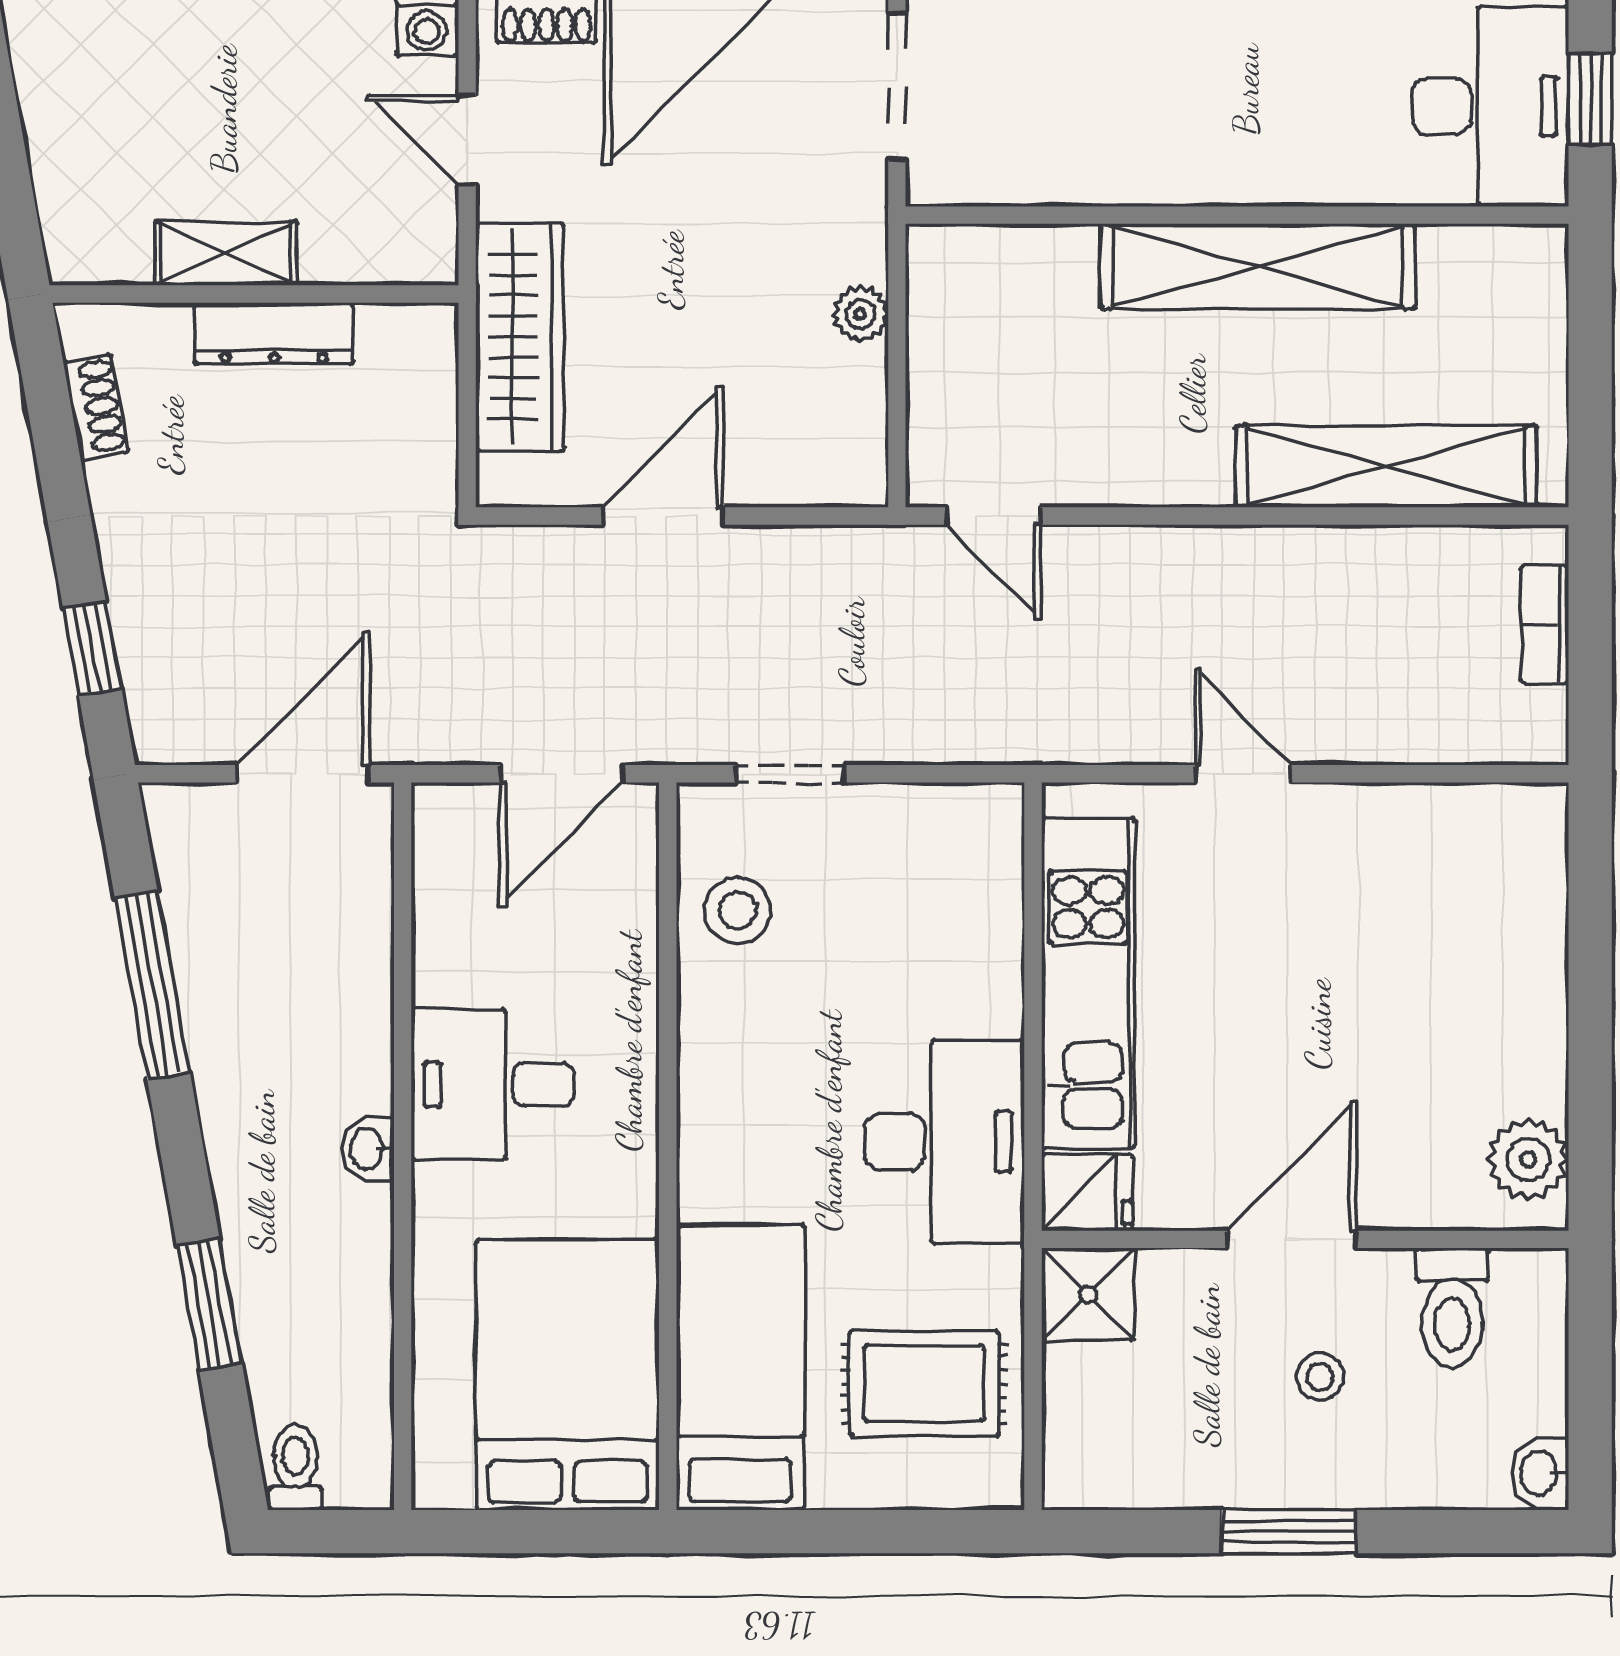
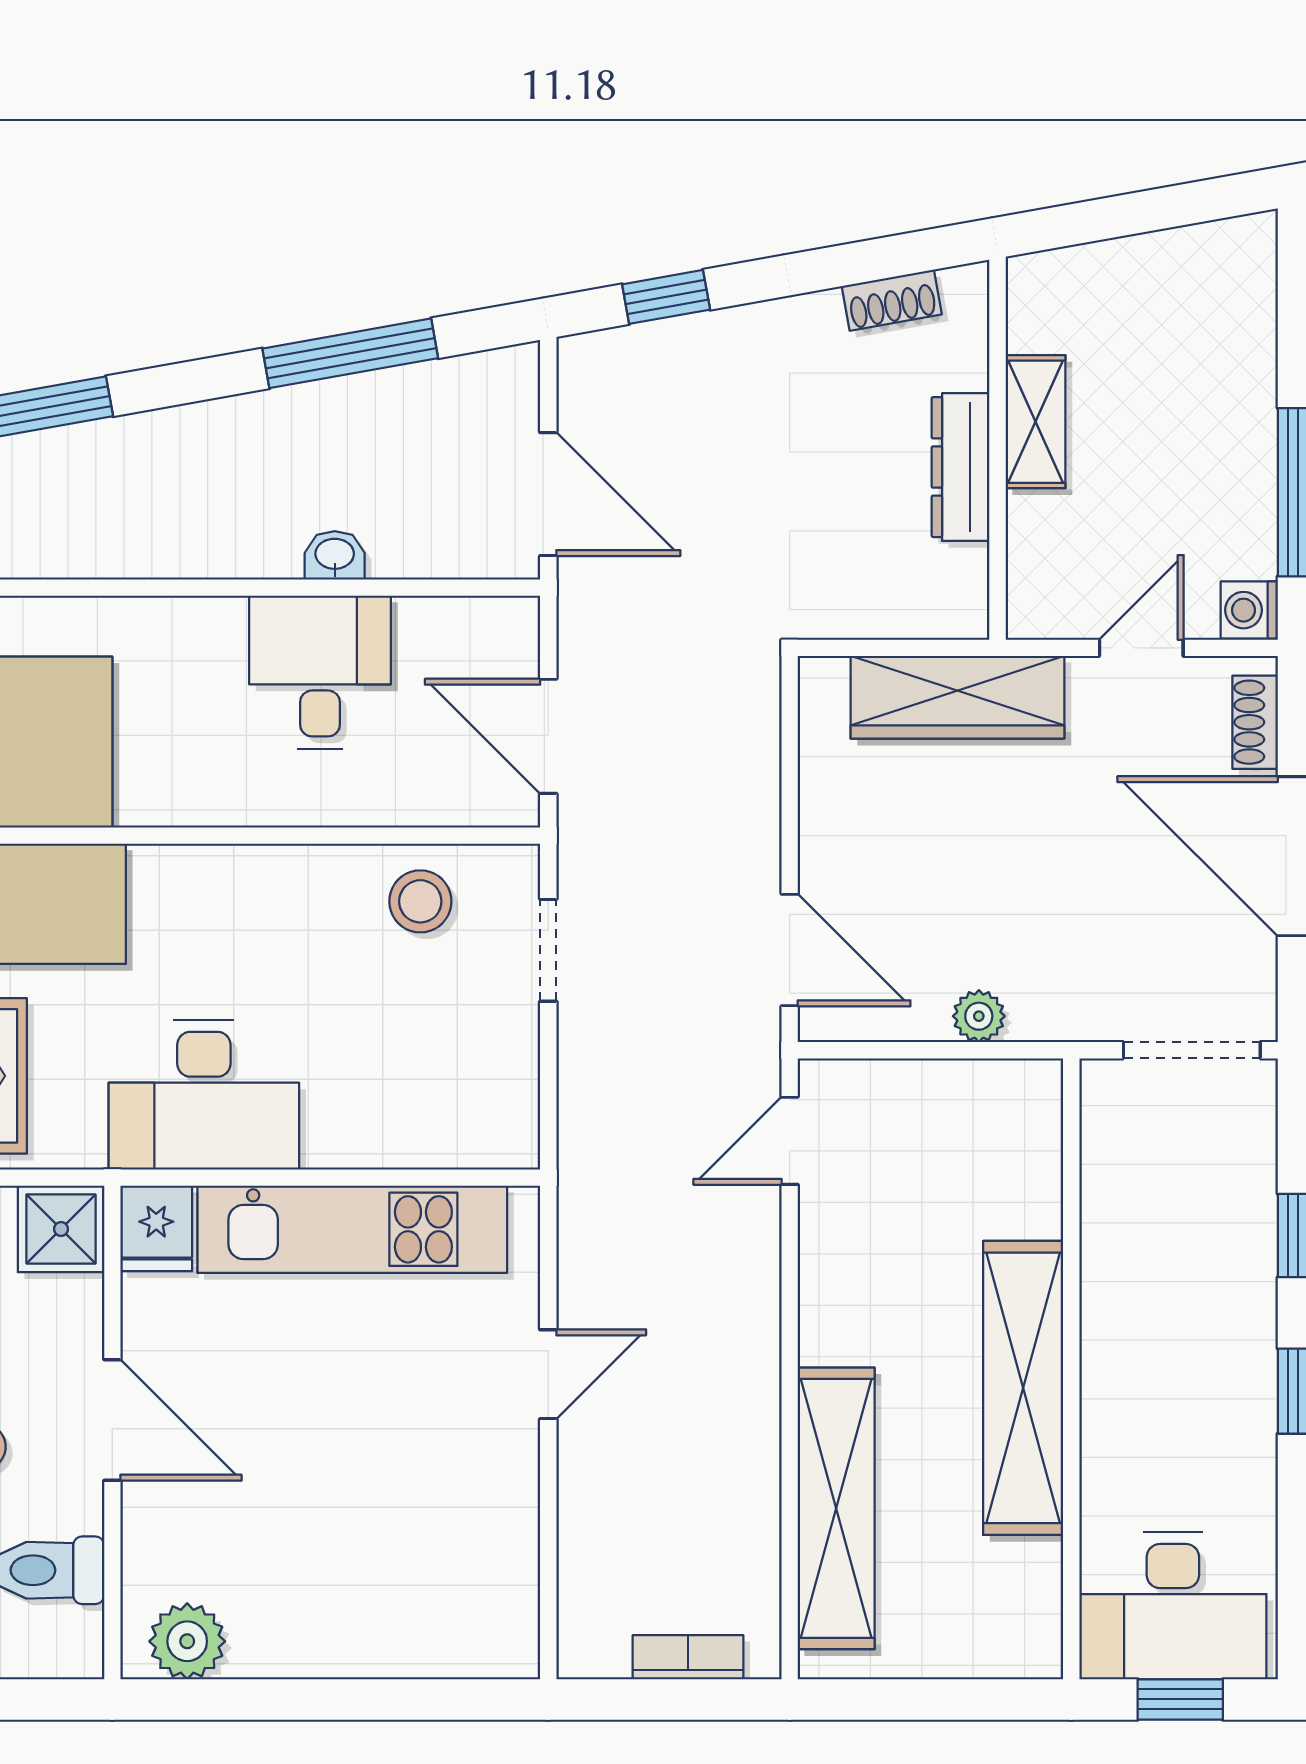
door: (663, 516) -> (790, 950), moved
desk: (493, 1084) -> (320, 672), moved
washbasin: (368, 1149) -> (335, 555), moved

